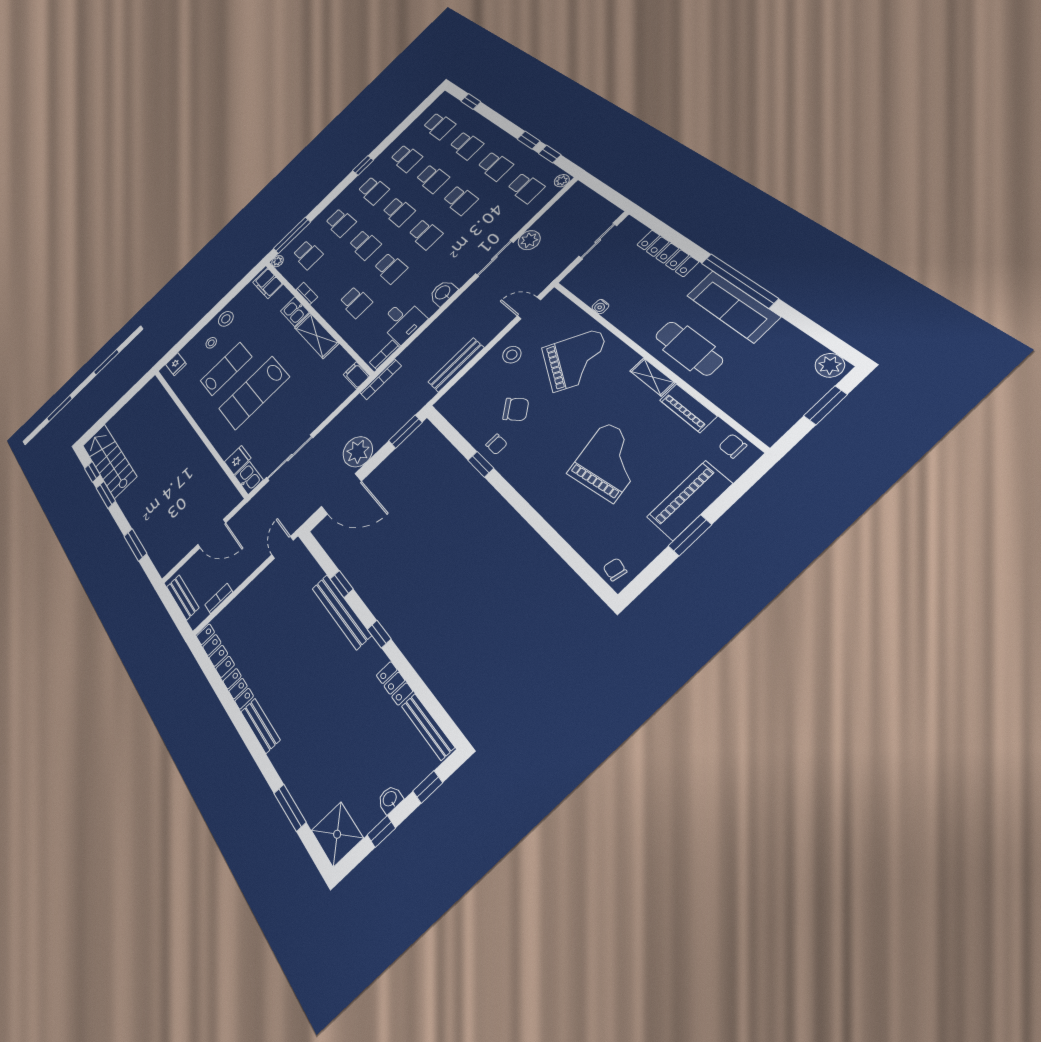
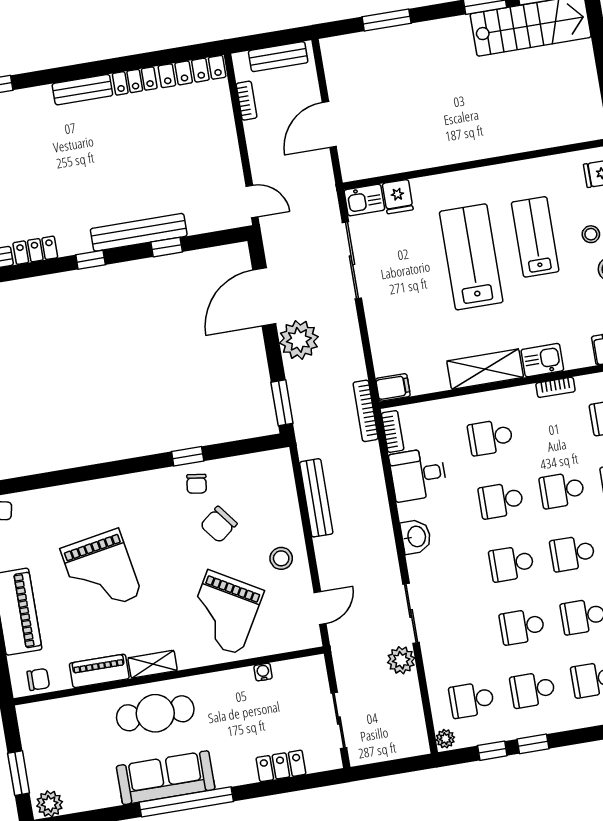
locker: (667, 253) -> (281, 766), width x0.66
lab bench: (226, 369) -> (535, 237), turned 180
chair: (496, 444) -> (197, 484), turned -82

